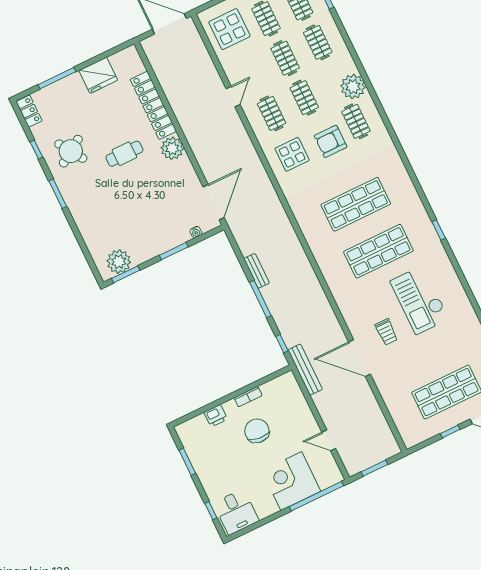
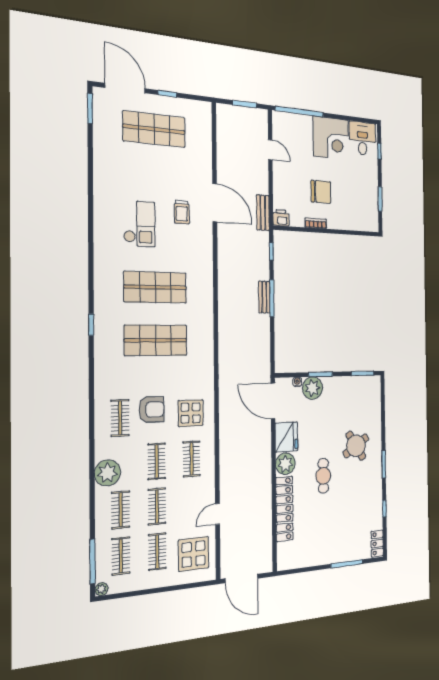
fridge: (98, 75) -> (286, 437), moved, turned 90
plant: (353, 87) -> (107, 473), moved
door: (233, 97) -> (218, 514), moved
round table: (71, 151) -> (356, 446), moved
cafe table: (124, 154) -> (323, 476), turned 90
door: (214, 202) -> (273, 401), hinge flipped
window: (439, 230) -> (91, 325), moved
plant: (119, 262) -> (313, 388), moved
bench: (257, 271) -> (264, 297), moved
checkout: (420, 300) -> (139, 224), width x0.73, depth x0.83
trolley: (386, 332) -> (182, 212), turned 180
bench: (305, 370) -> (263, 213), width x0.73
printer: (216, 416) -> (281, 218), moved
chair: (257, 431) -> (321, 192), turned -96
corner desk: (291, 481) -> (331, 138), moved

